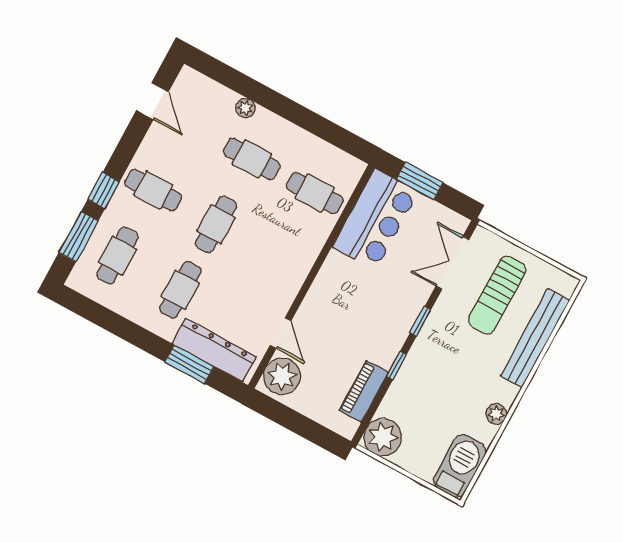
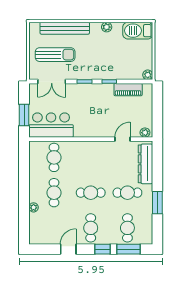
door: (152, 101) -> (68, 249), moved
cafe table: (117, 256) -> (127, 228), turned 90
window: (189, 364) -> (157, 203), moved
plant: (282, 376) -> (145, 133), width x0.53, depth x0.53
plant: (383, 437) -> (148, 75), width x0.53, depth x0.53

